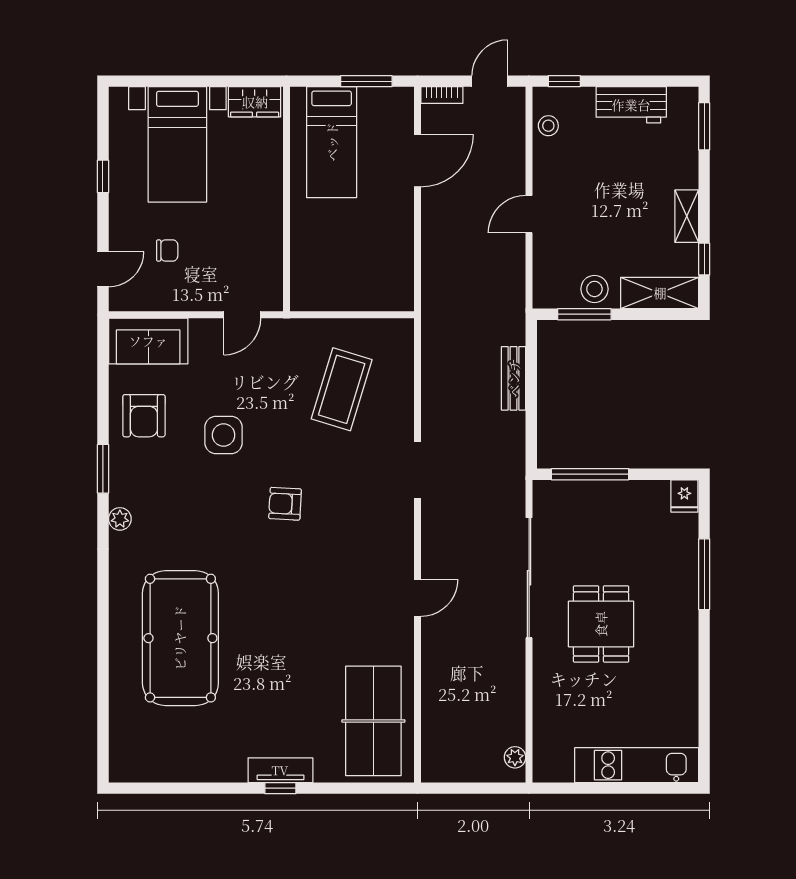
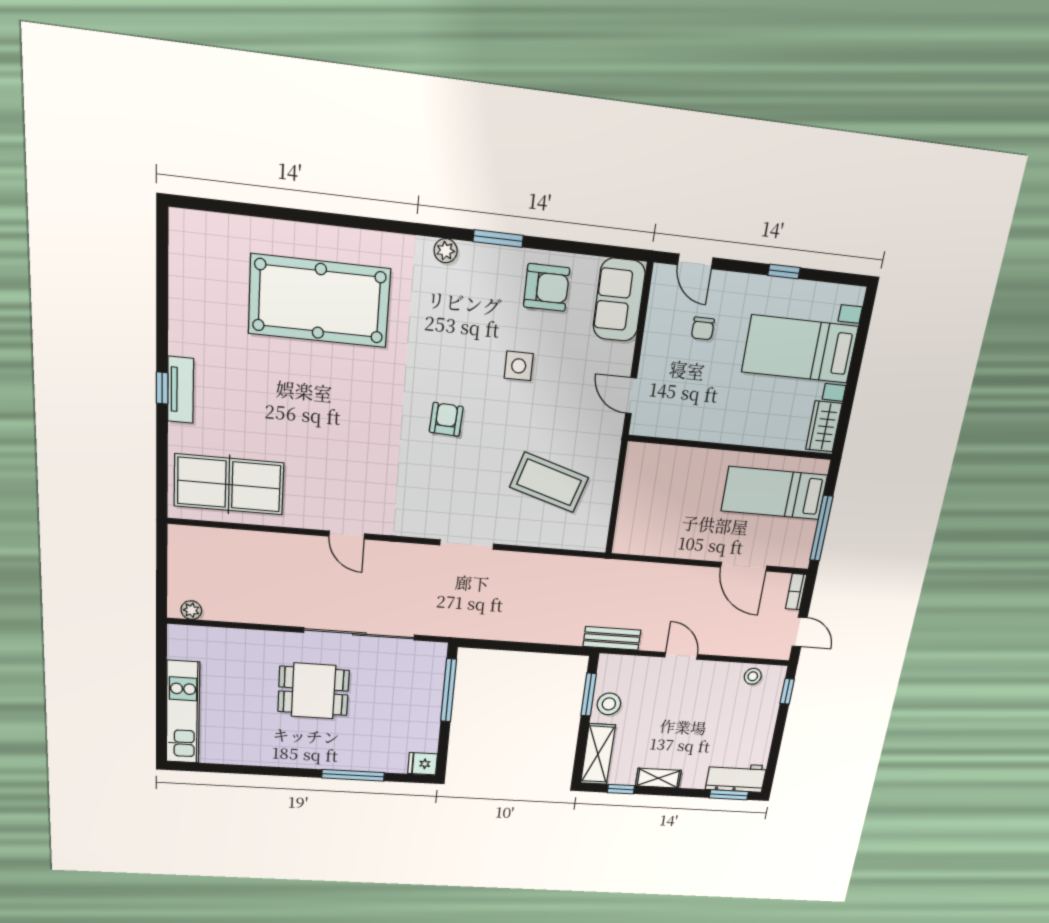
window: (366, 81) -> (821, 528), width x1.44
workbench: (631, 105) -> (736, 778), moved, turned 90
bench: (514, 378) -> (612, 638), moved
armchair: (144, 416) -> (547, 287), turned 180
side table: (224, 435) -> (519, 366), width x0.73, depth x0.73

